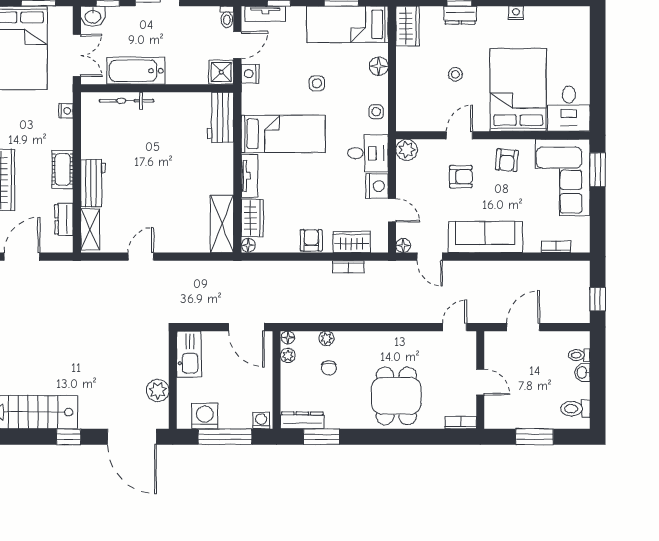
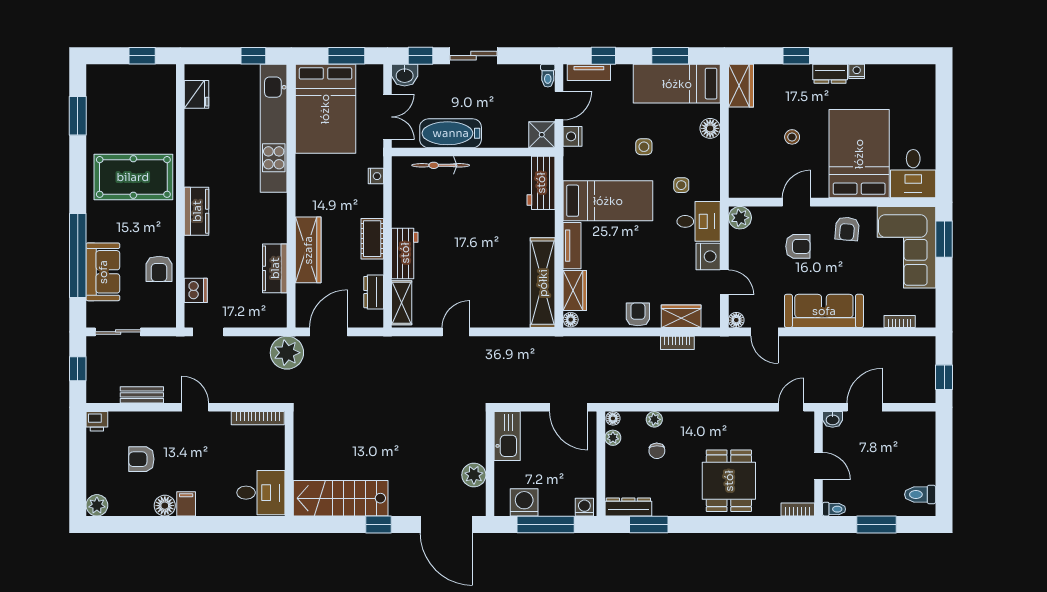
dresser: (460, 15) -> (830, 74), moved
side table: (376, 112) -> (681, 185), moved
shelving: (222, 224) -> (543, 283), width x1.47
toilet: (579, 355) -> (834, 509), moved, turned 180
washbasin: (582, 372) -> (833, 419), moved, turned -90

